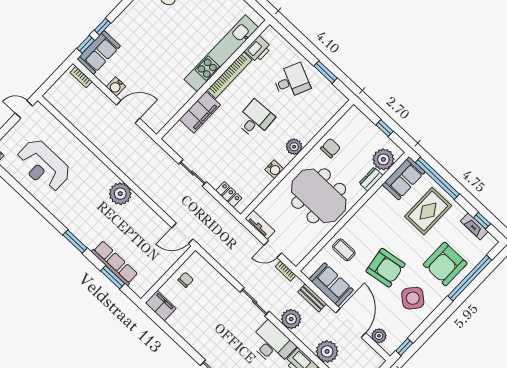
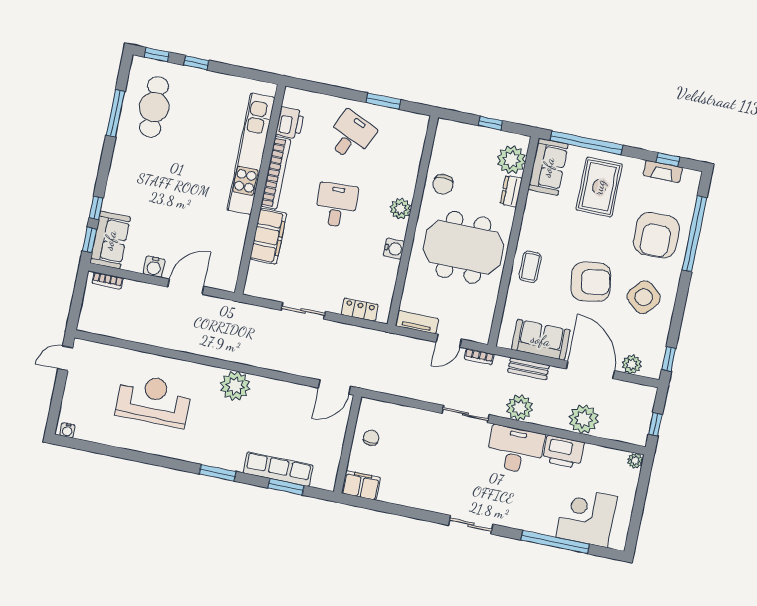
chair: (330, 148) -> (443, 184), turned 180
reception desk: (43, 165) -> (154, 400), moved, turned 180
coffee table: (344, 250) -> (530, 267), moved, turned 90

